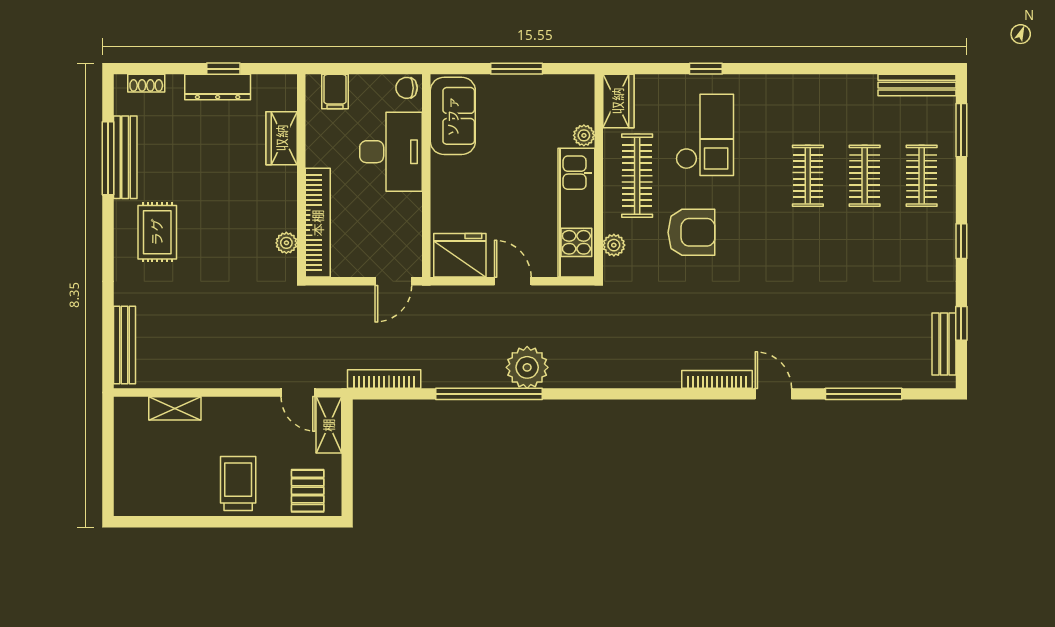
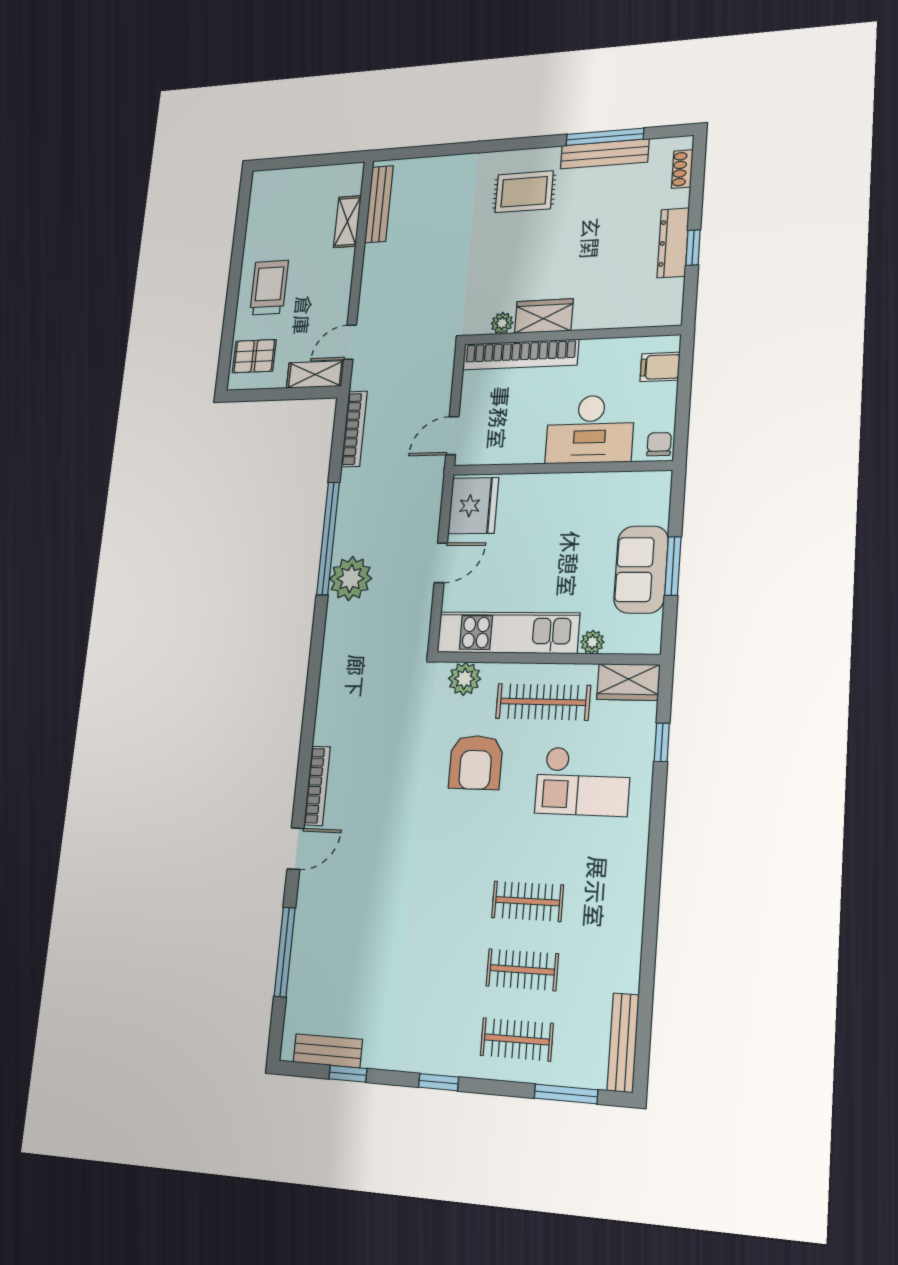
window: (706, 69) -> (662, 742), moved
sofa: (453, 116) -> (641, 570), moved, turned 90
wardrobe: (282, 138) -> (544, 316), moved
plant: (614, 245) -> (464, 679), width x1.38, depth x1.38
door: (393, 281) -> (452, 436), hinge flipped
bench: (124, 345) -> (379, 204), moved, turned 90
trolley: (238, 483) -> (269, 288), turned -90

